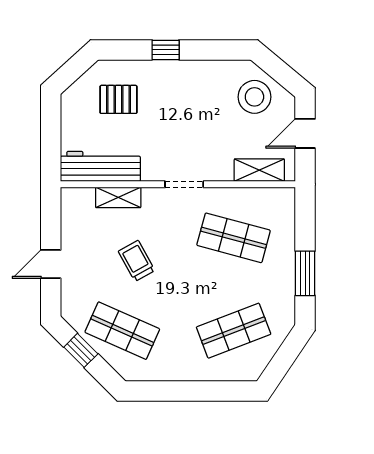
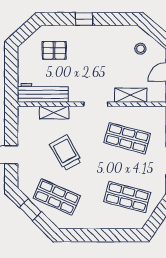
stool: (254, 97) -> (140, 49), width x0.53, depth x0.53
shelving: (259, 170) -> (131, 95), moved
trolley: (137, 261) -> (66, 153), width x1.36, depth x1.39
shop shelf: (234, 331) -> (127, 197), turned 36

